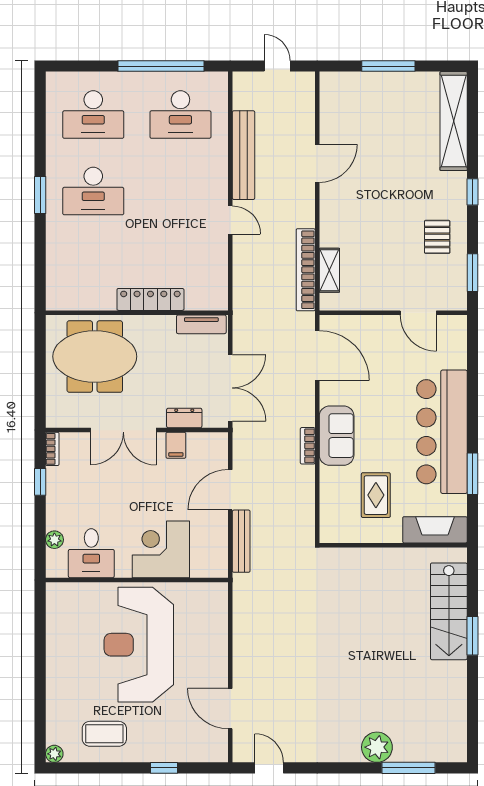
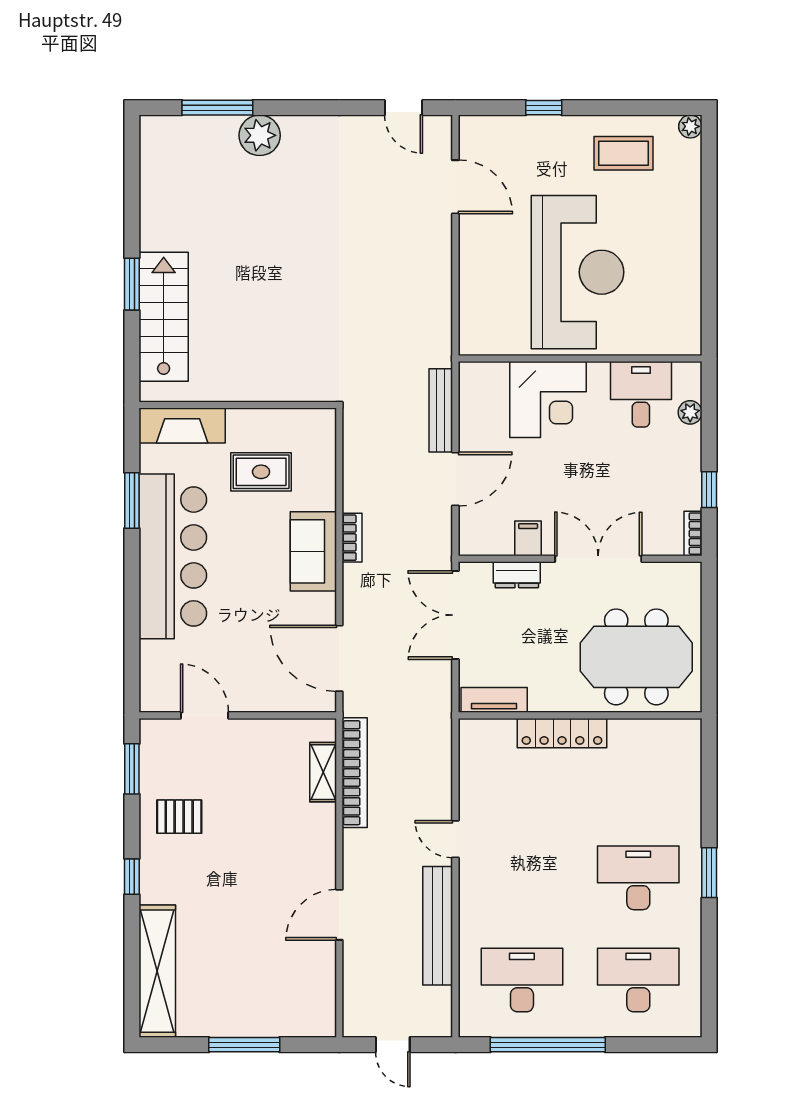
pallet: (437, 237) -> (179, 817), turned 90
rug: (376, 495) -> (261, 472), turned 90

